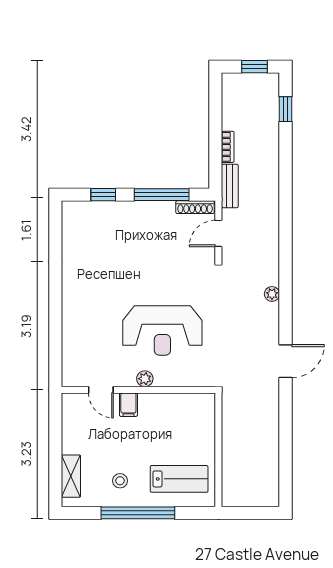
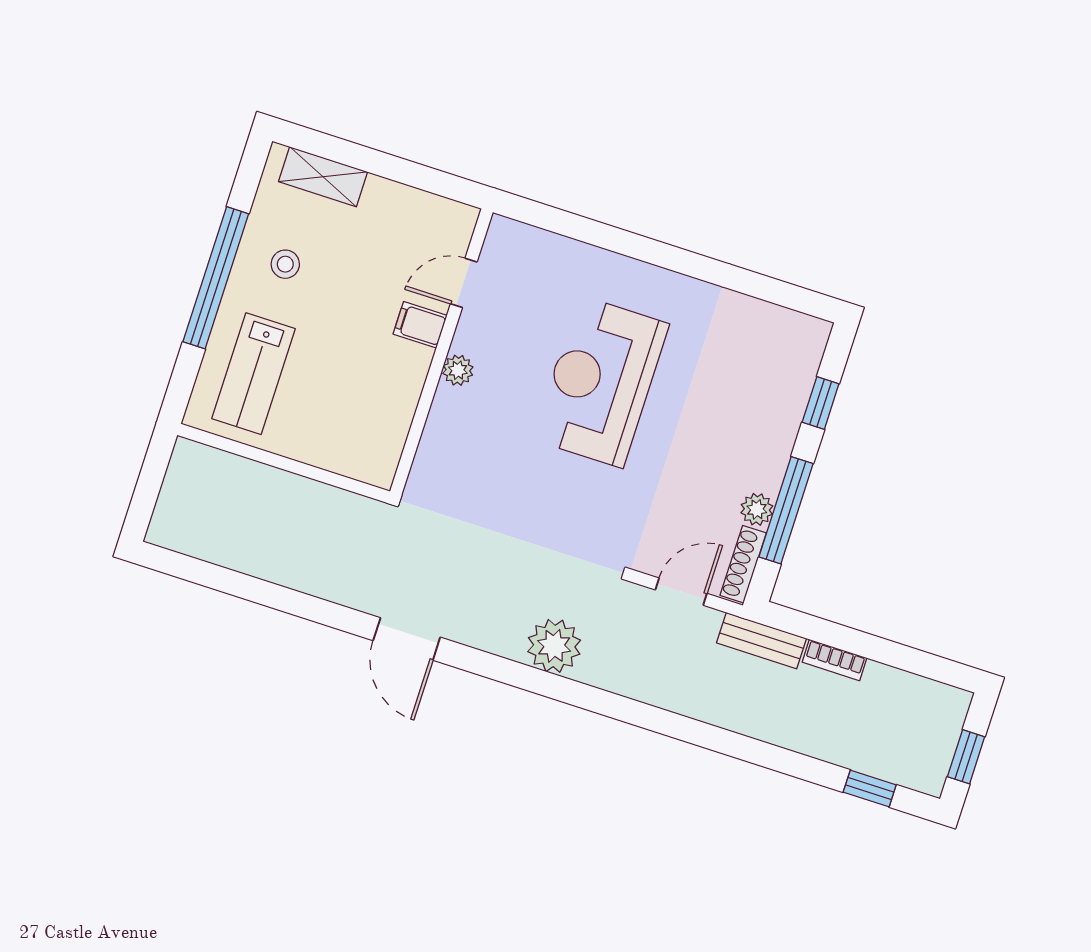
plant: (166, 209) -> (757, 509), added
door: (218, 233) -> (681, 592), hinge flipped
plant: (272, 294) -> (554, 646), width x1.87, depth x1.87
reception desk: (162, 330) -> (601, 382), moved

